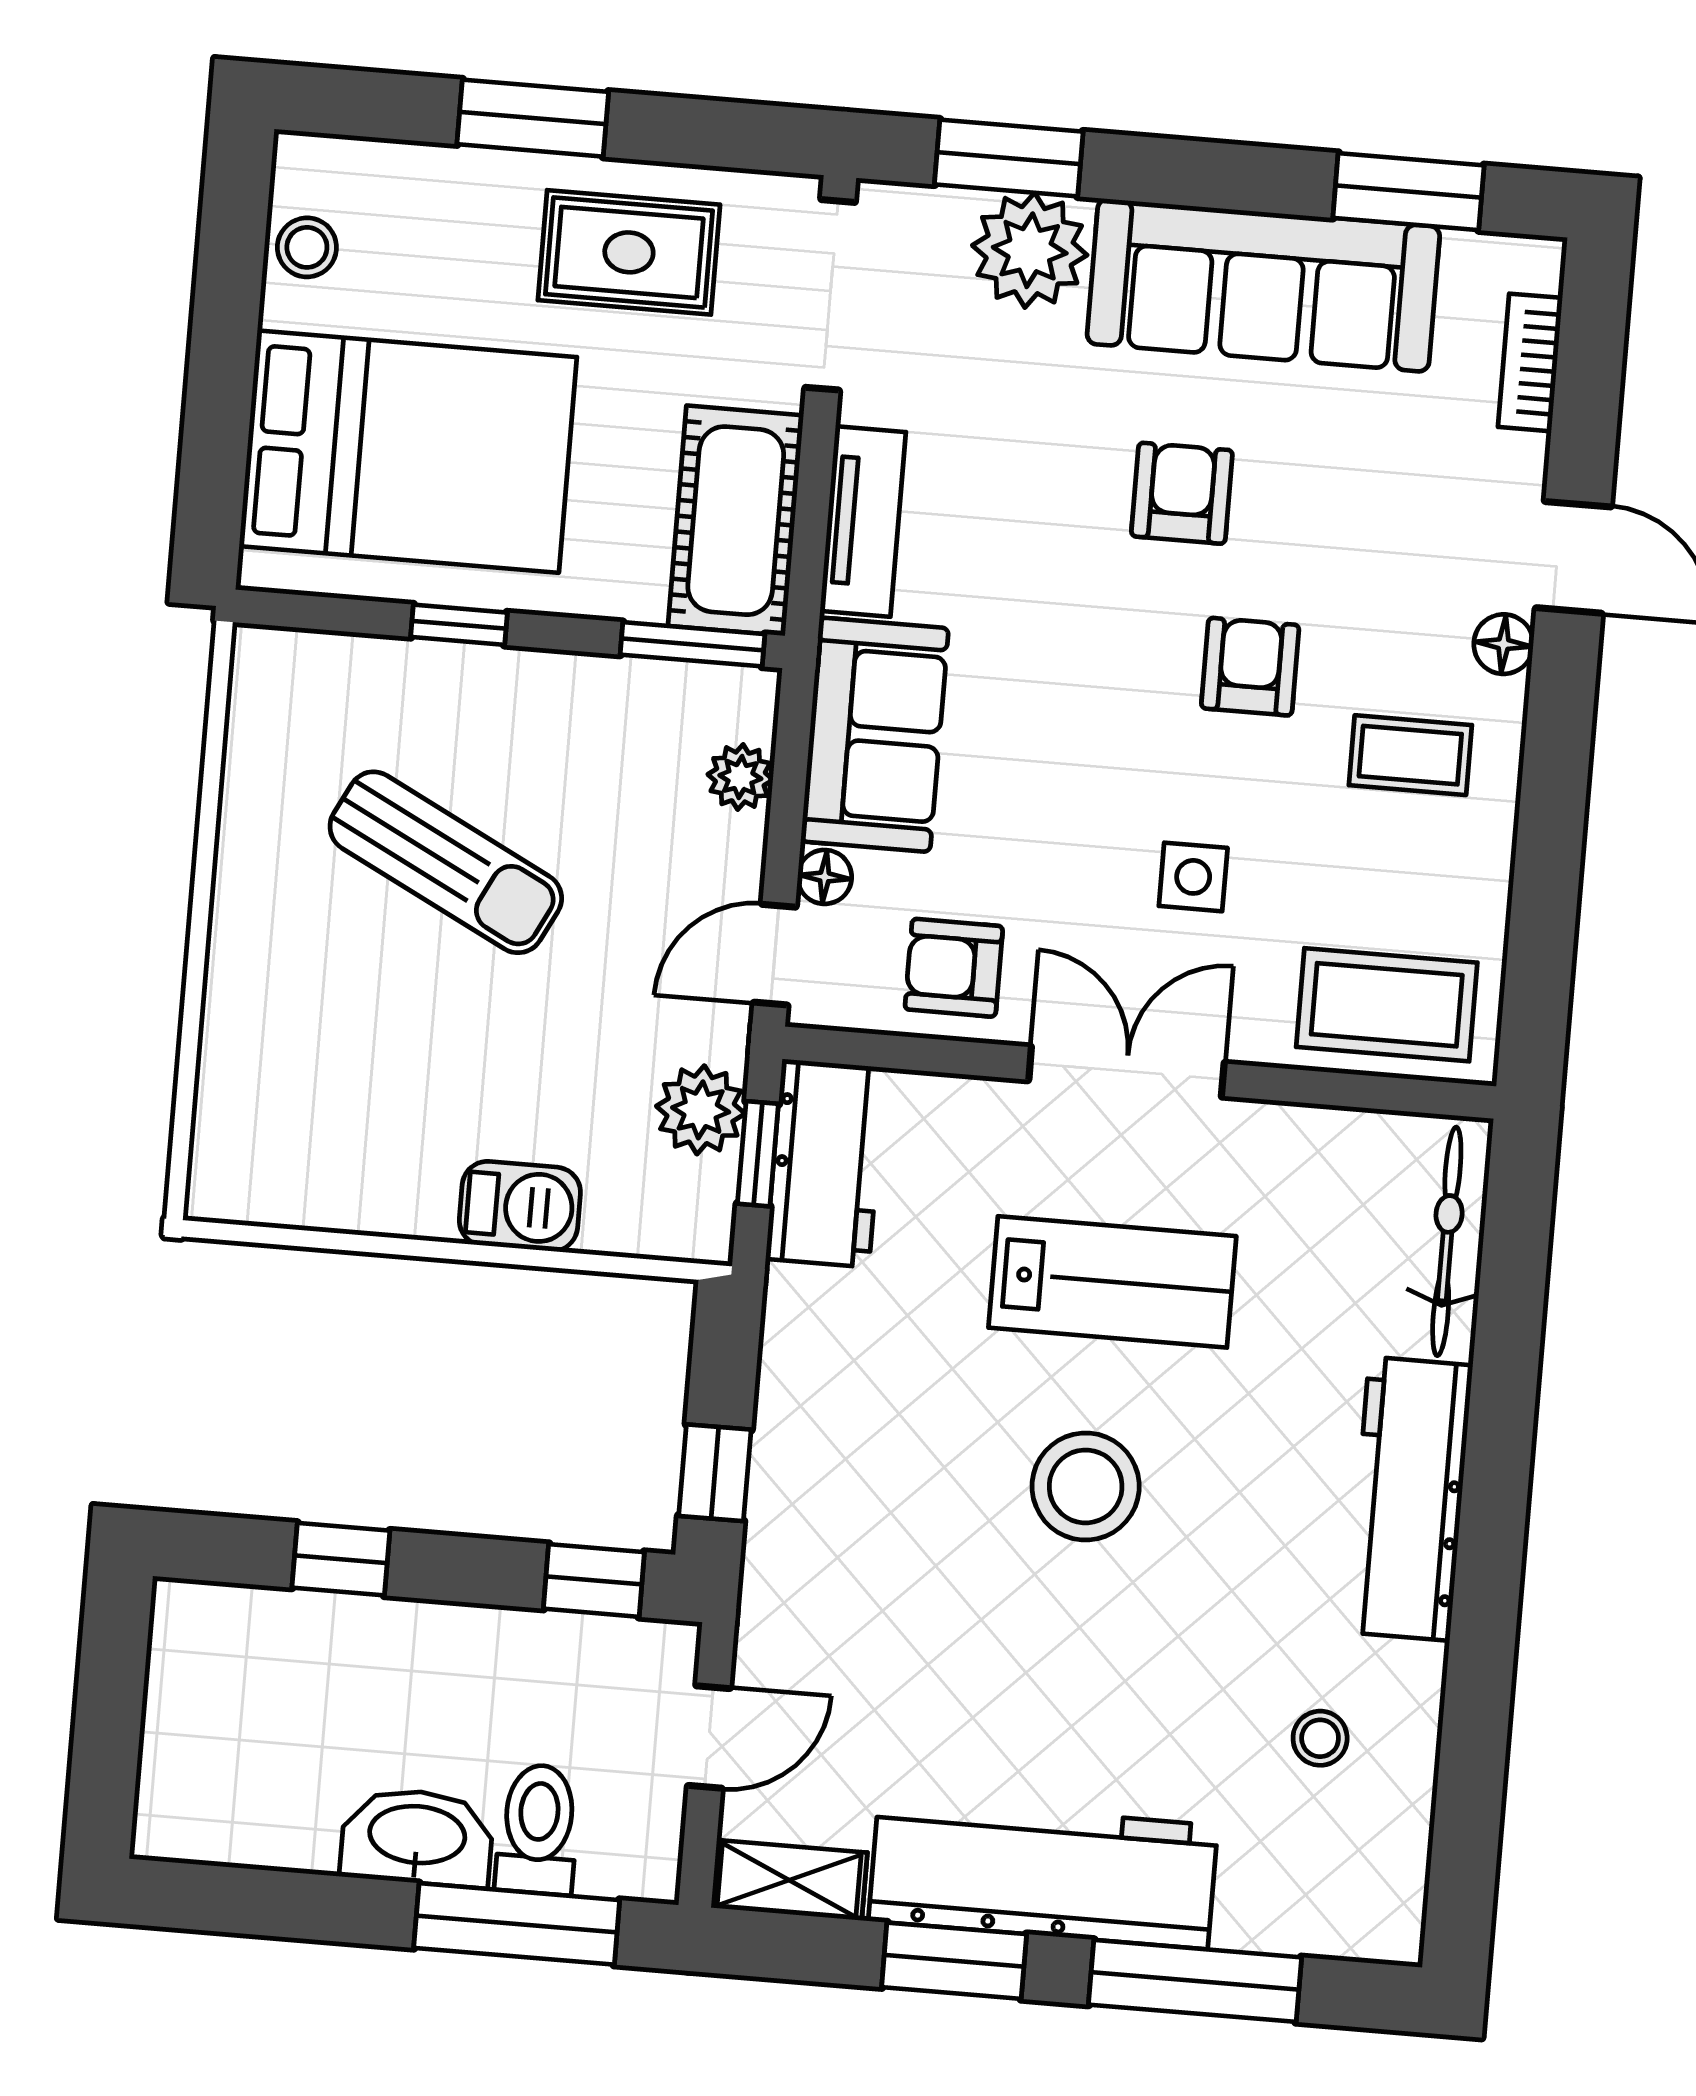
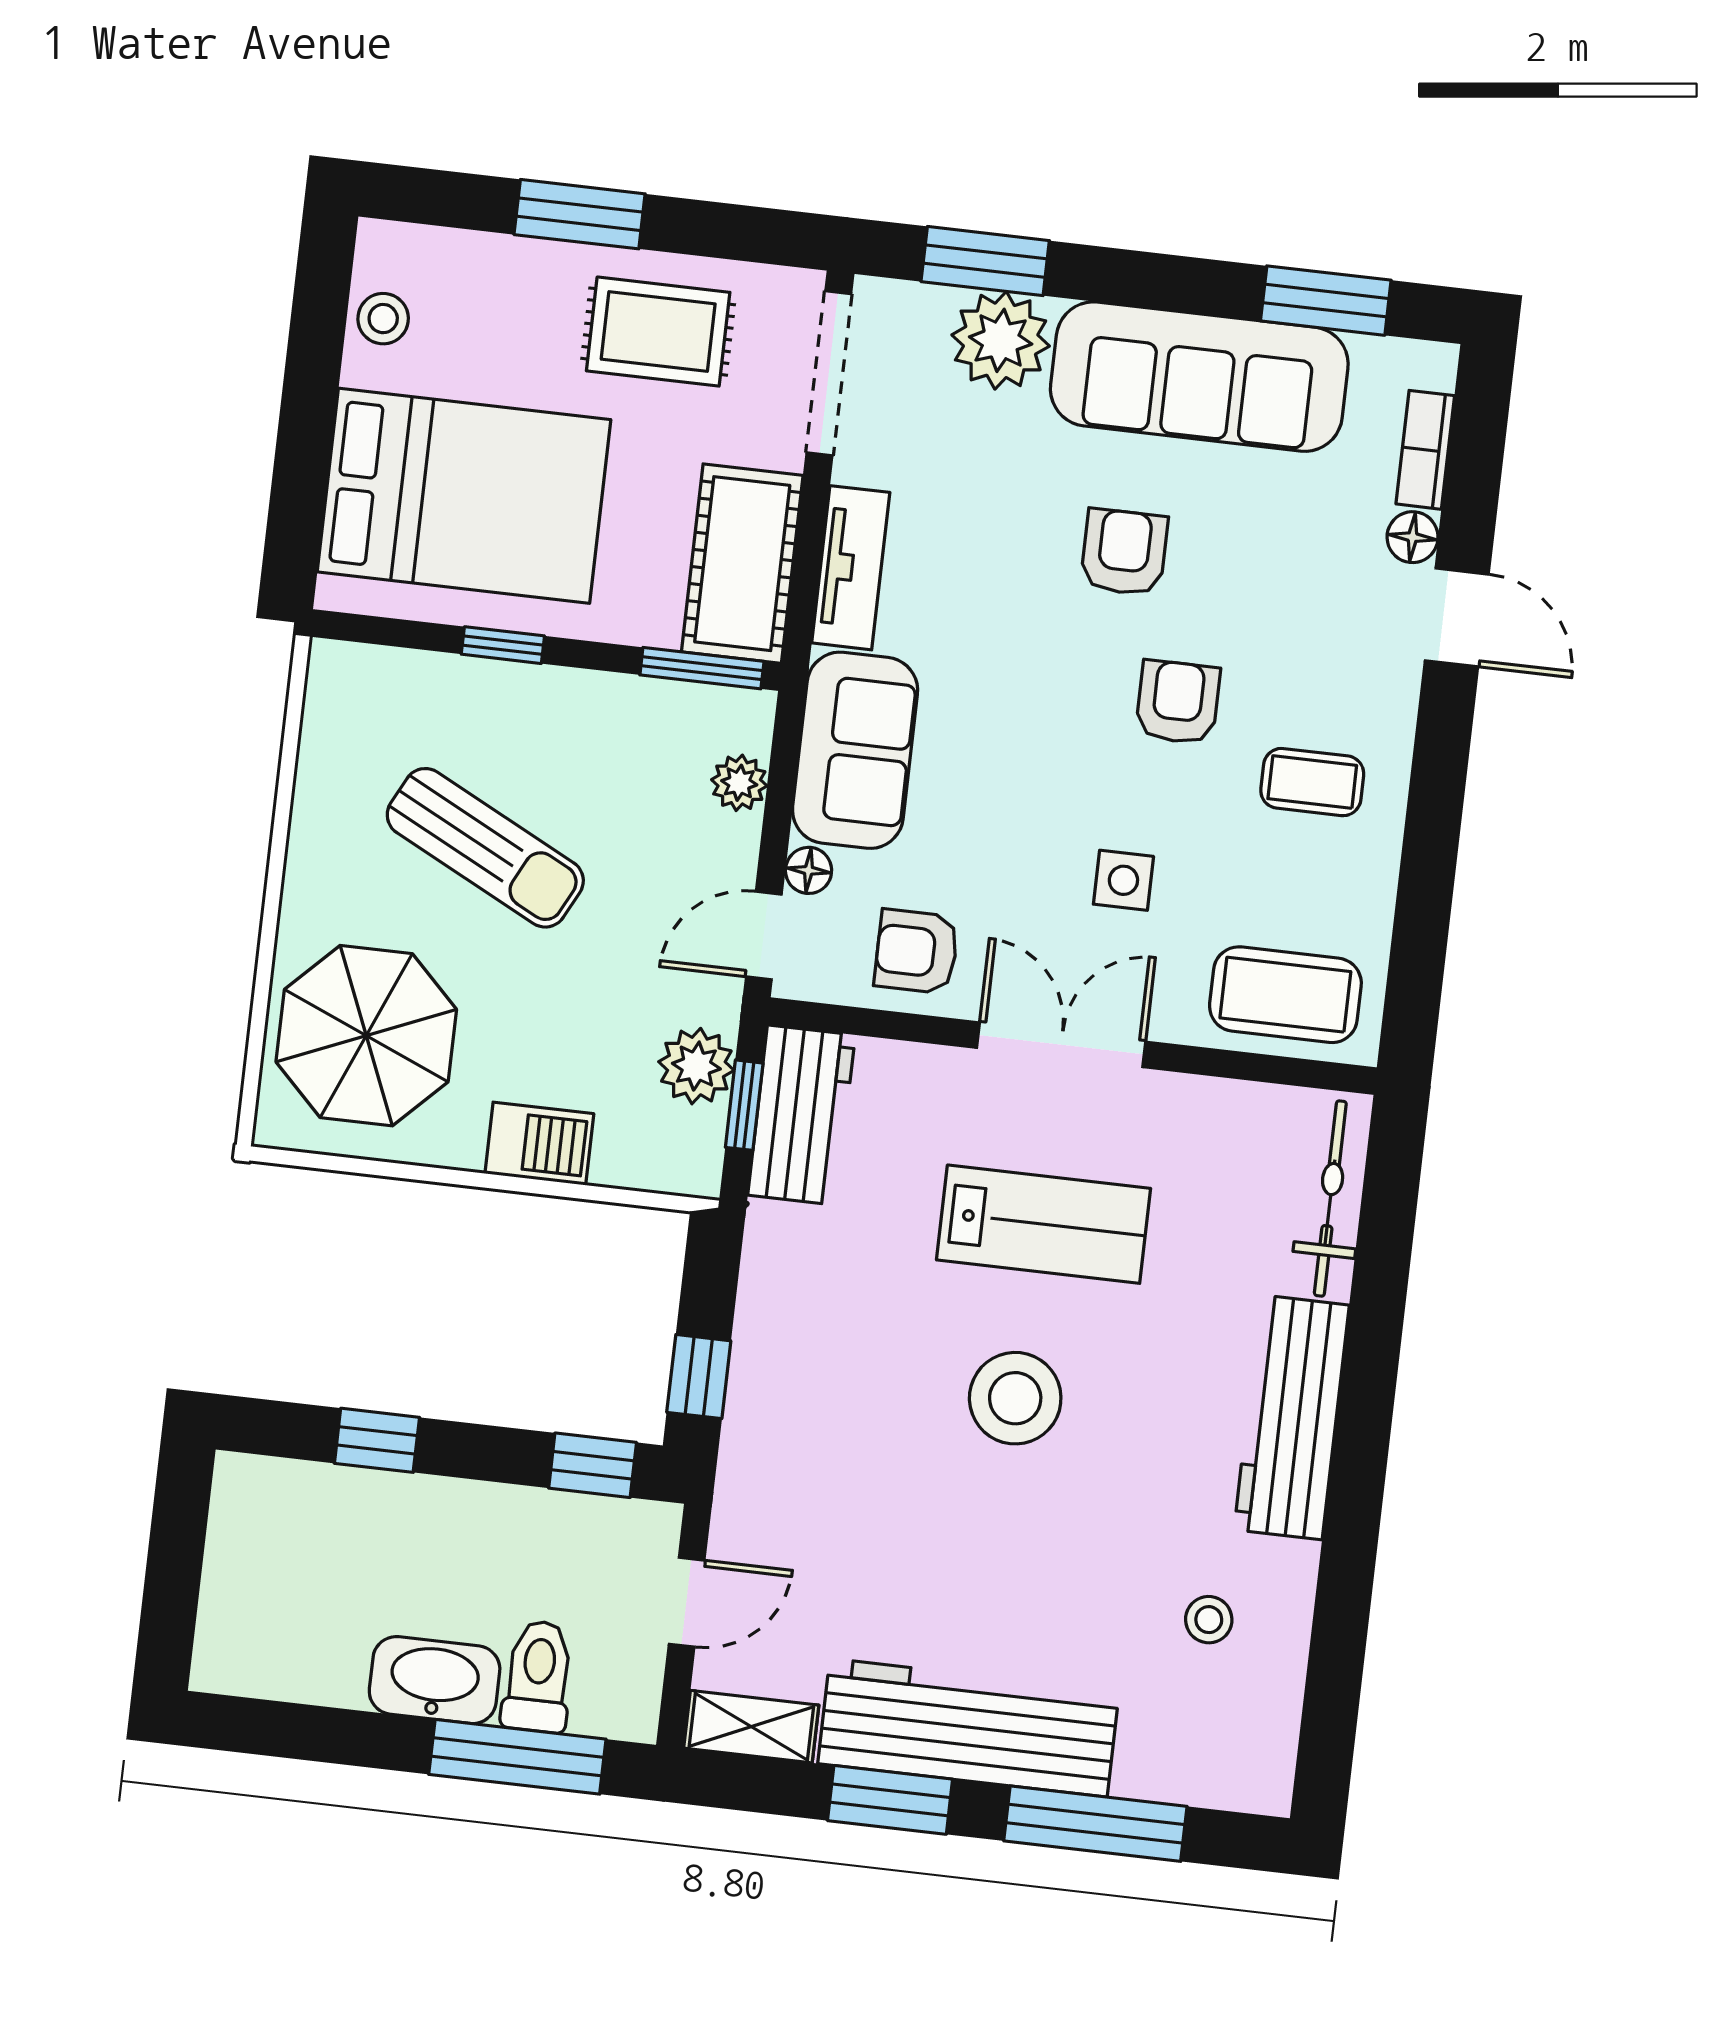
floor lamp: (1504, 644) -> (1413, 537), moved
parasol: (314, 1086) -> (366, 1036), added

